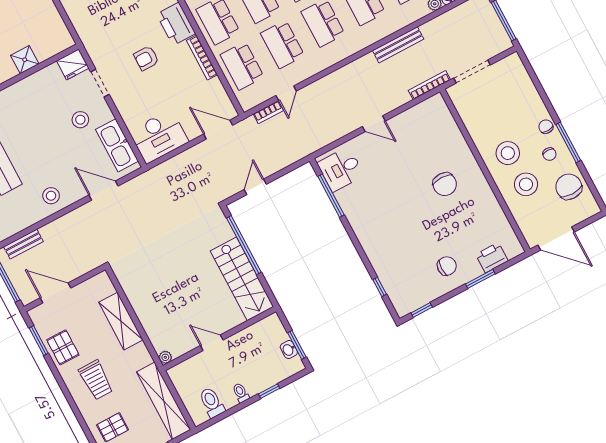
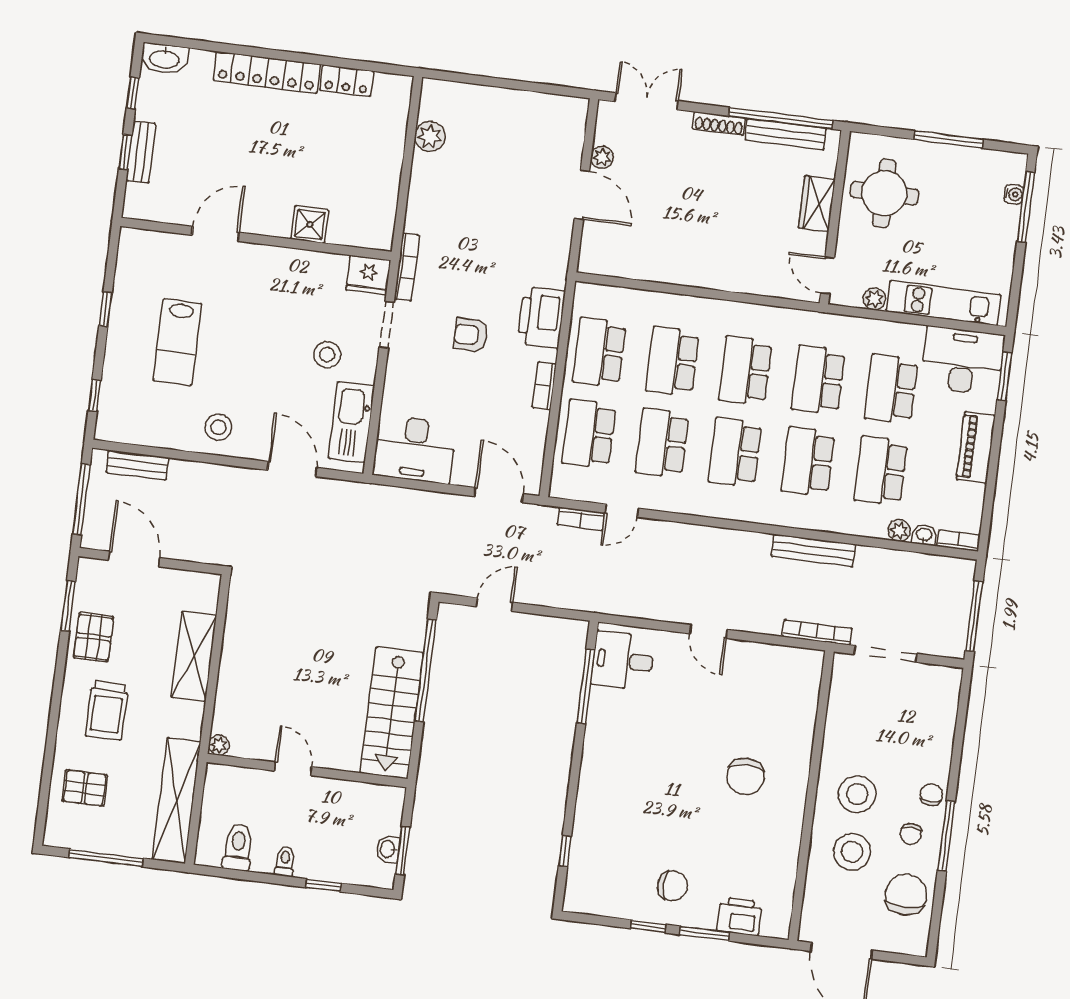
bookcase: (89, 47) -> (407, 267), added
bookcase: (202, 58) -> (544, 386), width x0.64
window: (422, 310) -> (648, 926), moved

